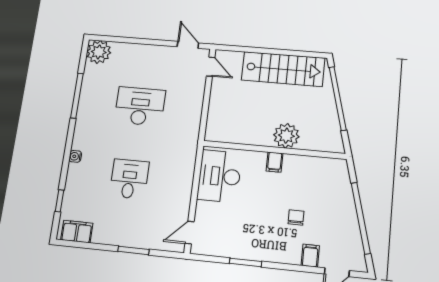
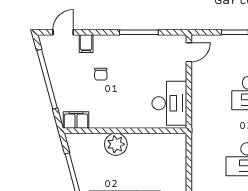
filing cabinet: (275, 162) -> (76, 120), moved, width x2.00
window: (246, 262) -> (139, 32), width x1.44

